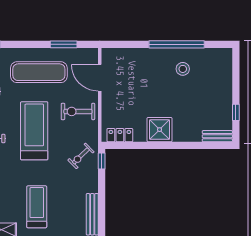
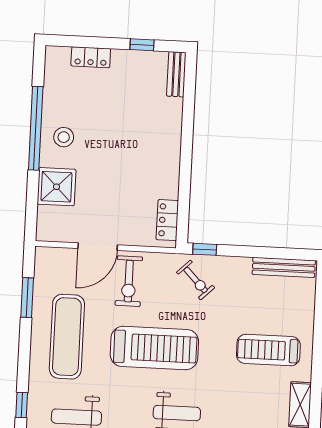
stool: (183, 69) -> (64, 137), moved
door: (100, 78) -> (98, 247), moved
locker: (226, 79) -> (91, 57), added
shower: (160, 130) -> (56, 187), moved
treadmill: (34, 131) -> (154, 348), turned 180

